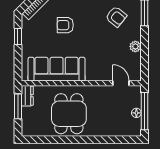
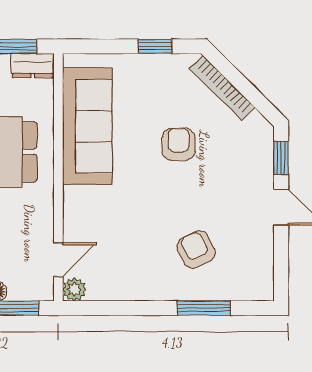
armchair: (116, 17) -> (196, 250), turned 116
plant: (135, 46) -> (74, 289), moved

